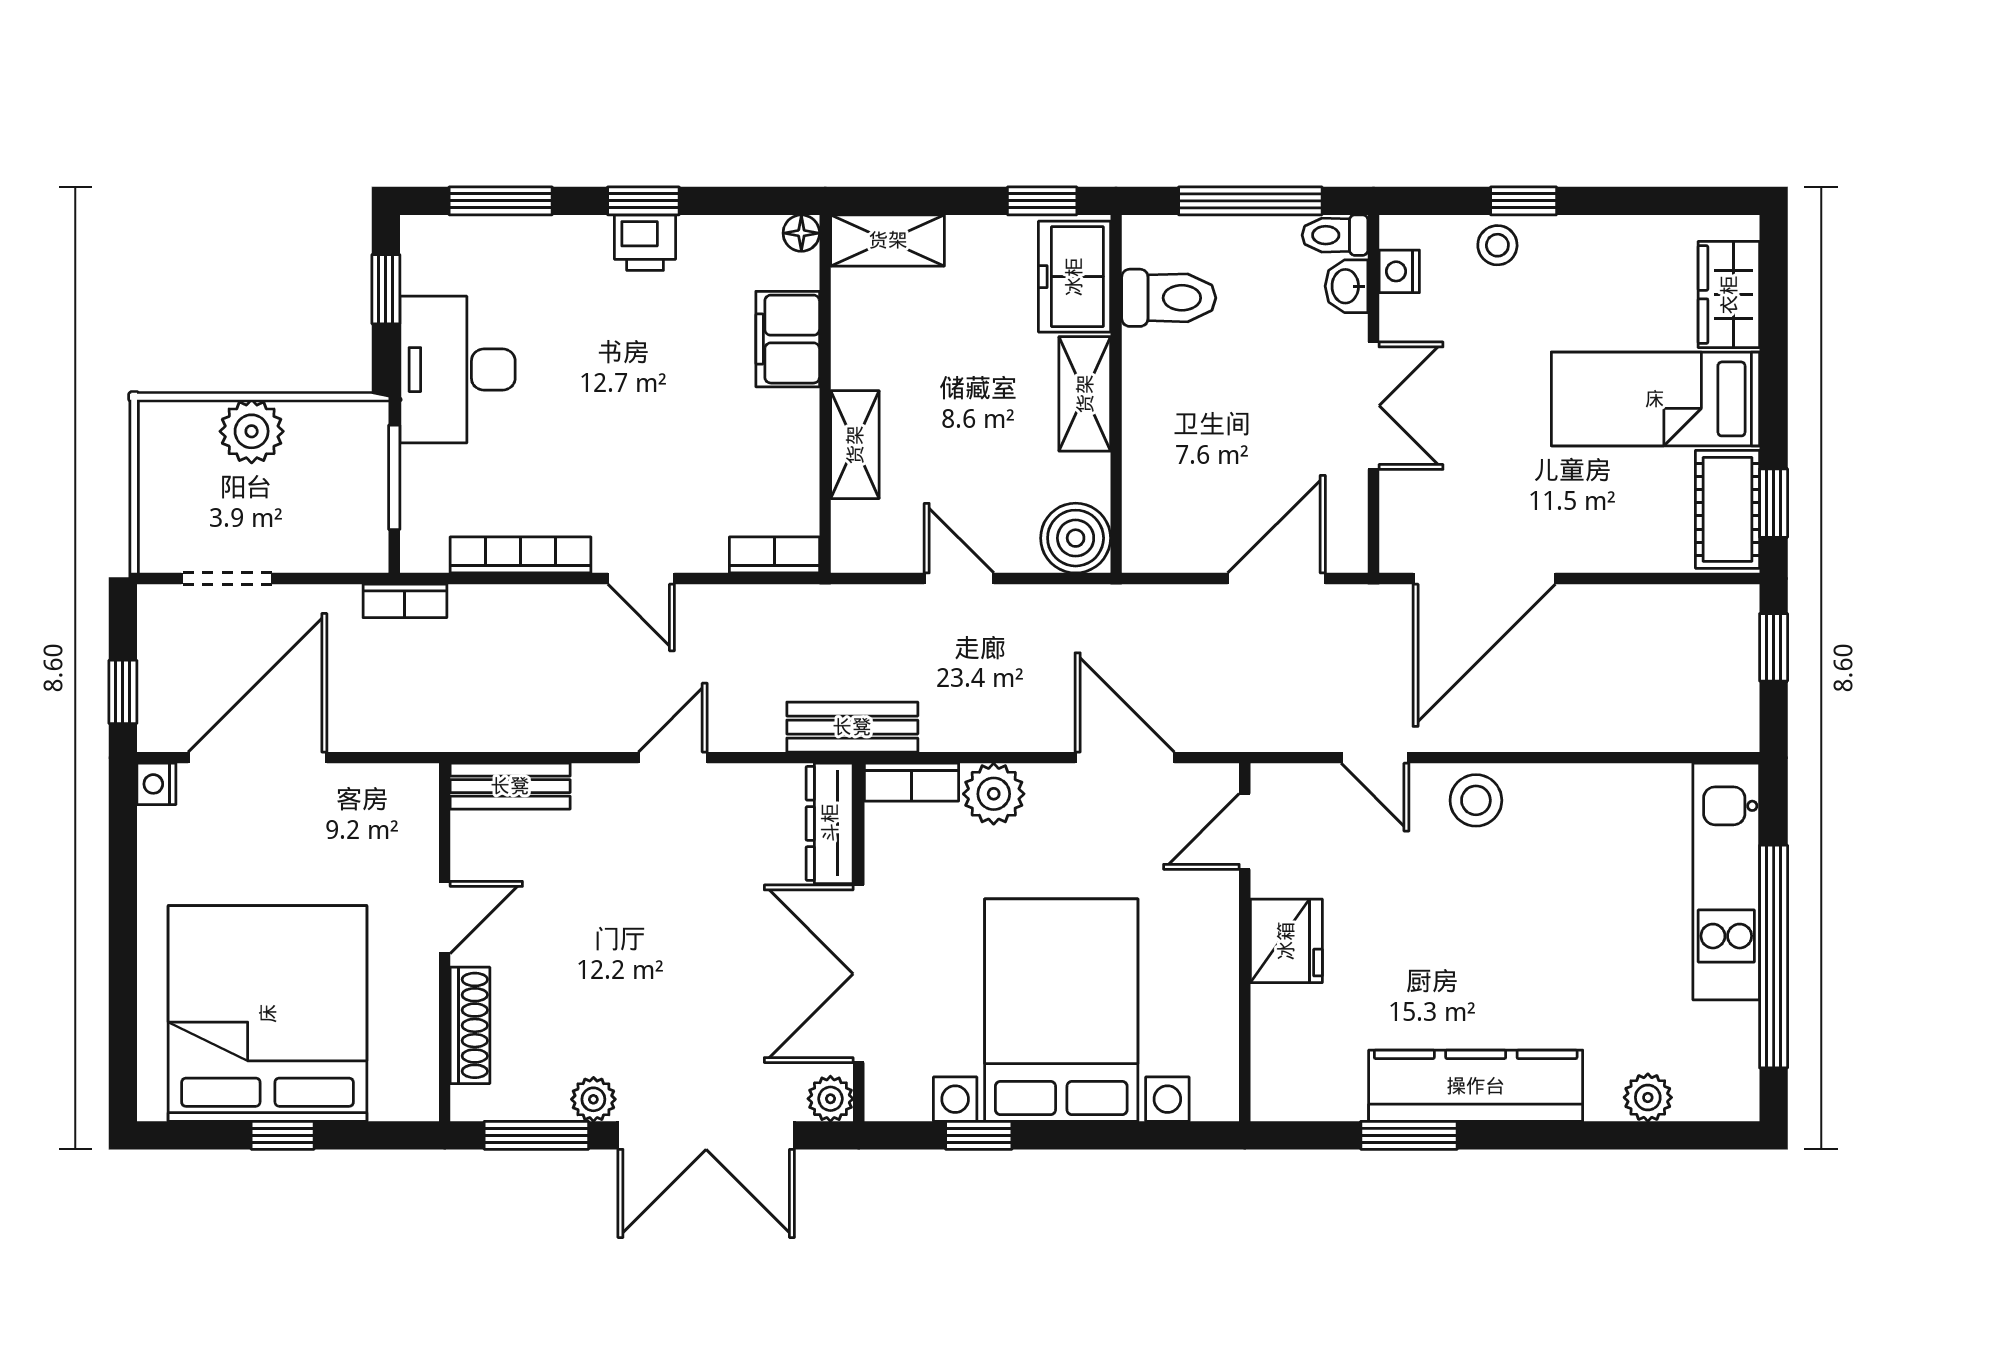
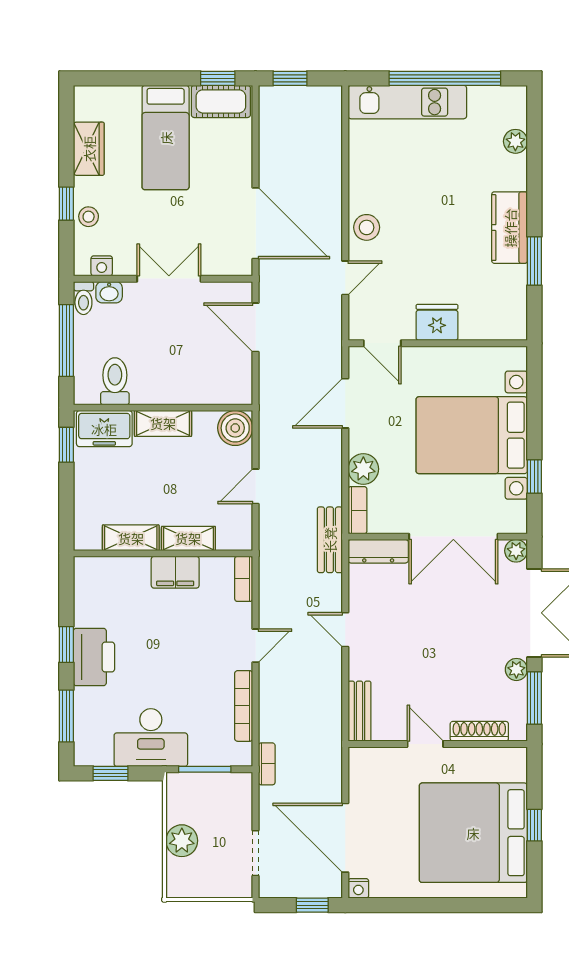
floor lamp: (801, 233) -> (82, 565), removed
shelving: (888, 240) -> (131, 538), moved, turned 90
printer: (645, 243) -> (94, 657), width x1.87, depth x1.48
wardrobe: (1729, 295) -> (89, 149), moved, turned -90
filing cabinet: (788, 339) -> (175, 572), moved
kitchen counter: (1476, 1086) -> (510, 228), width x0.67

